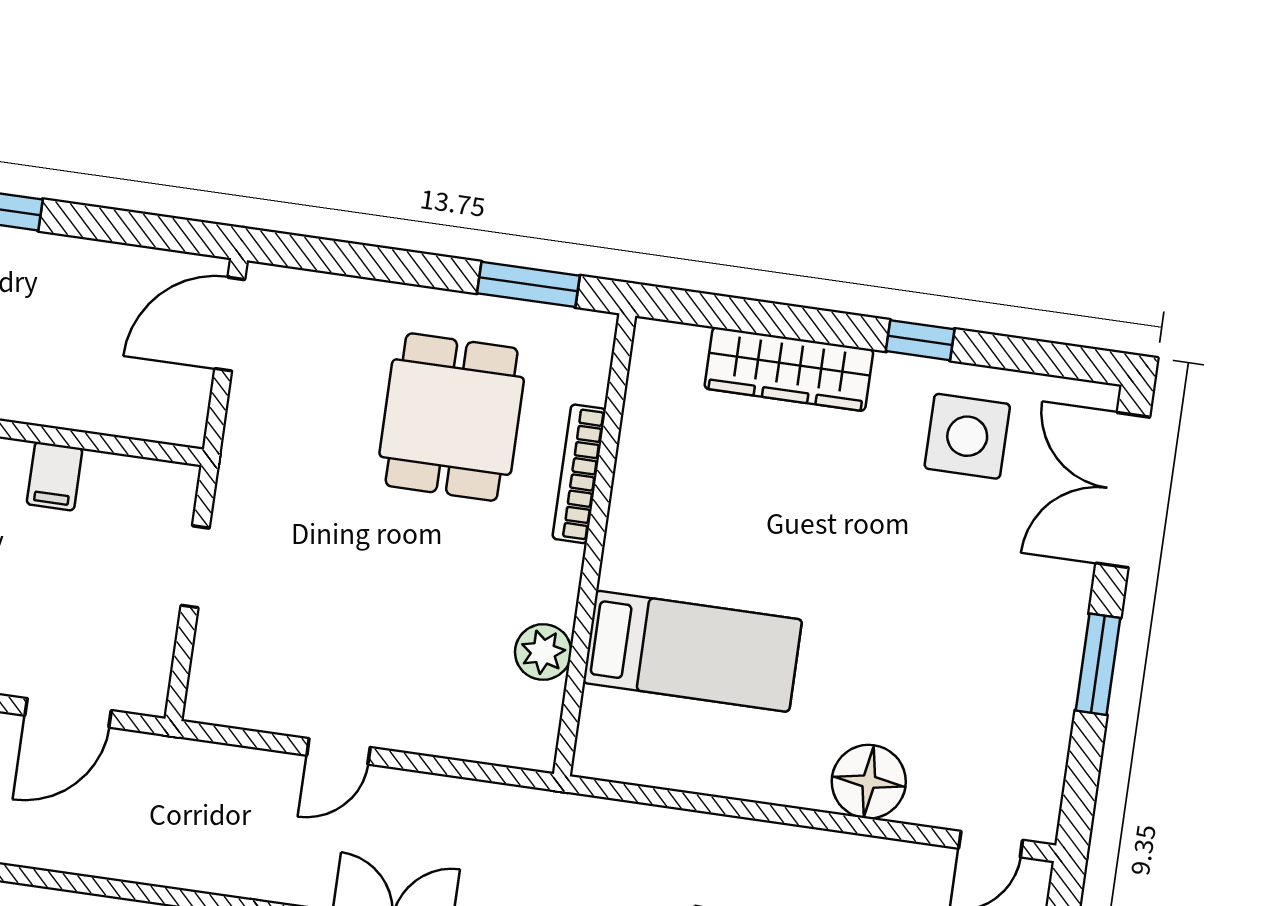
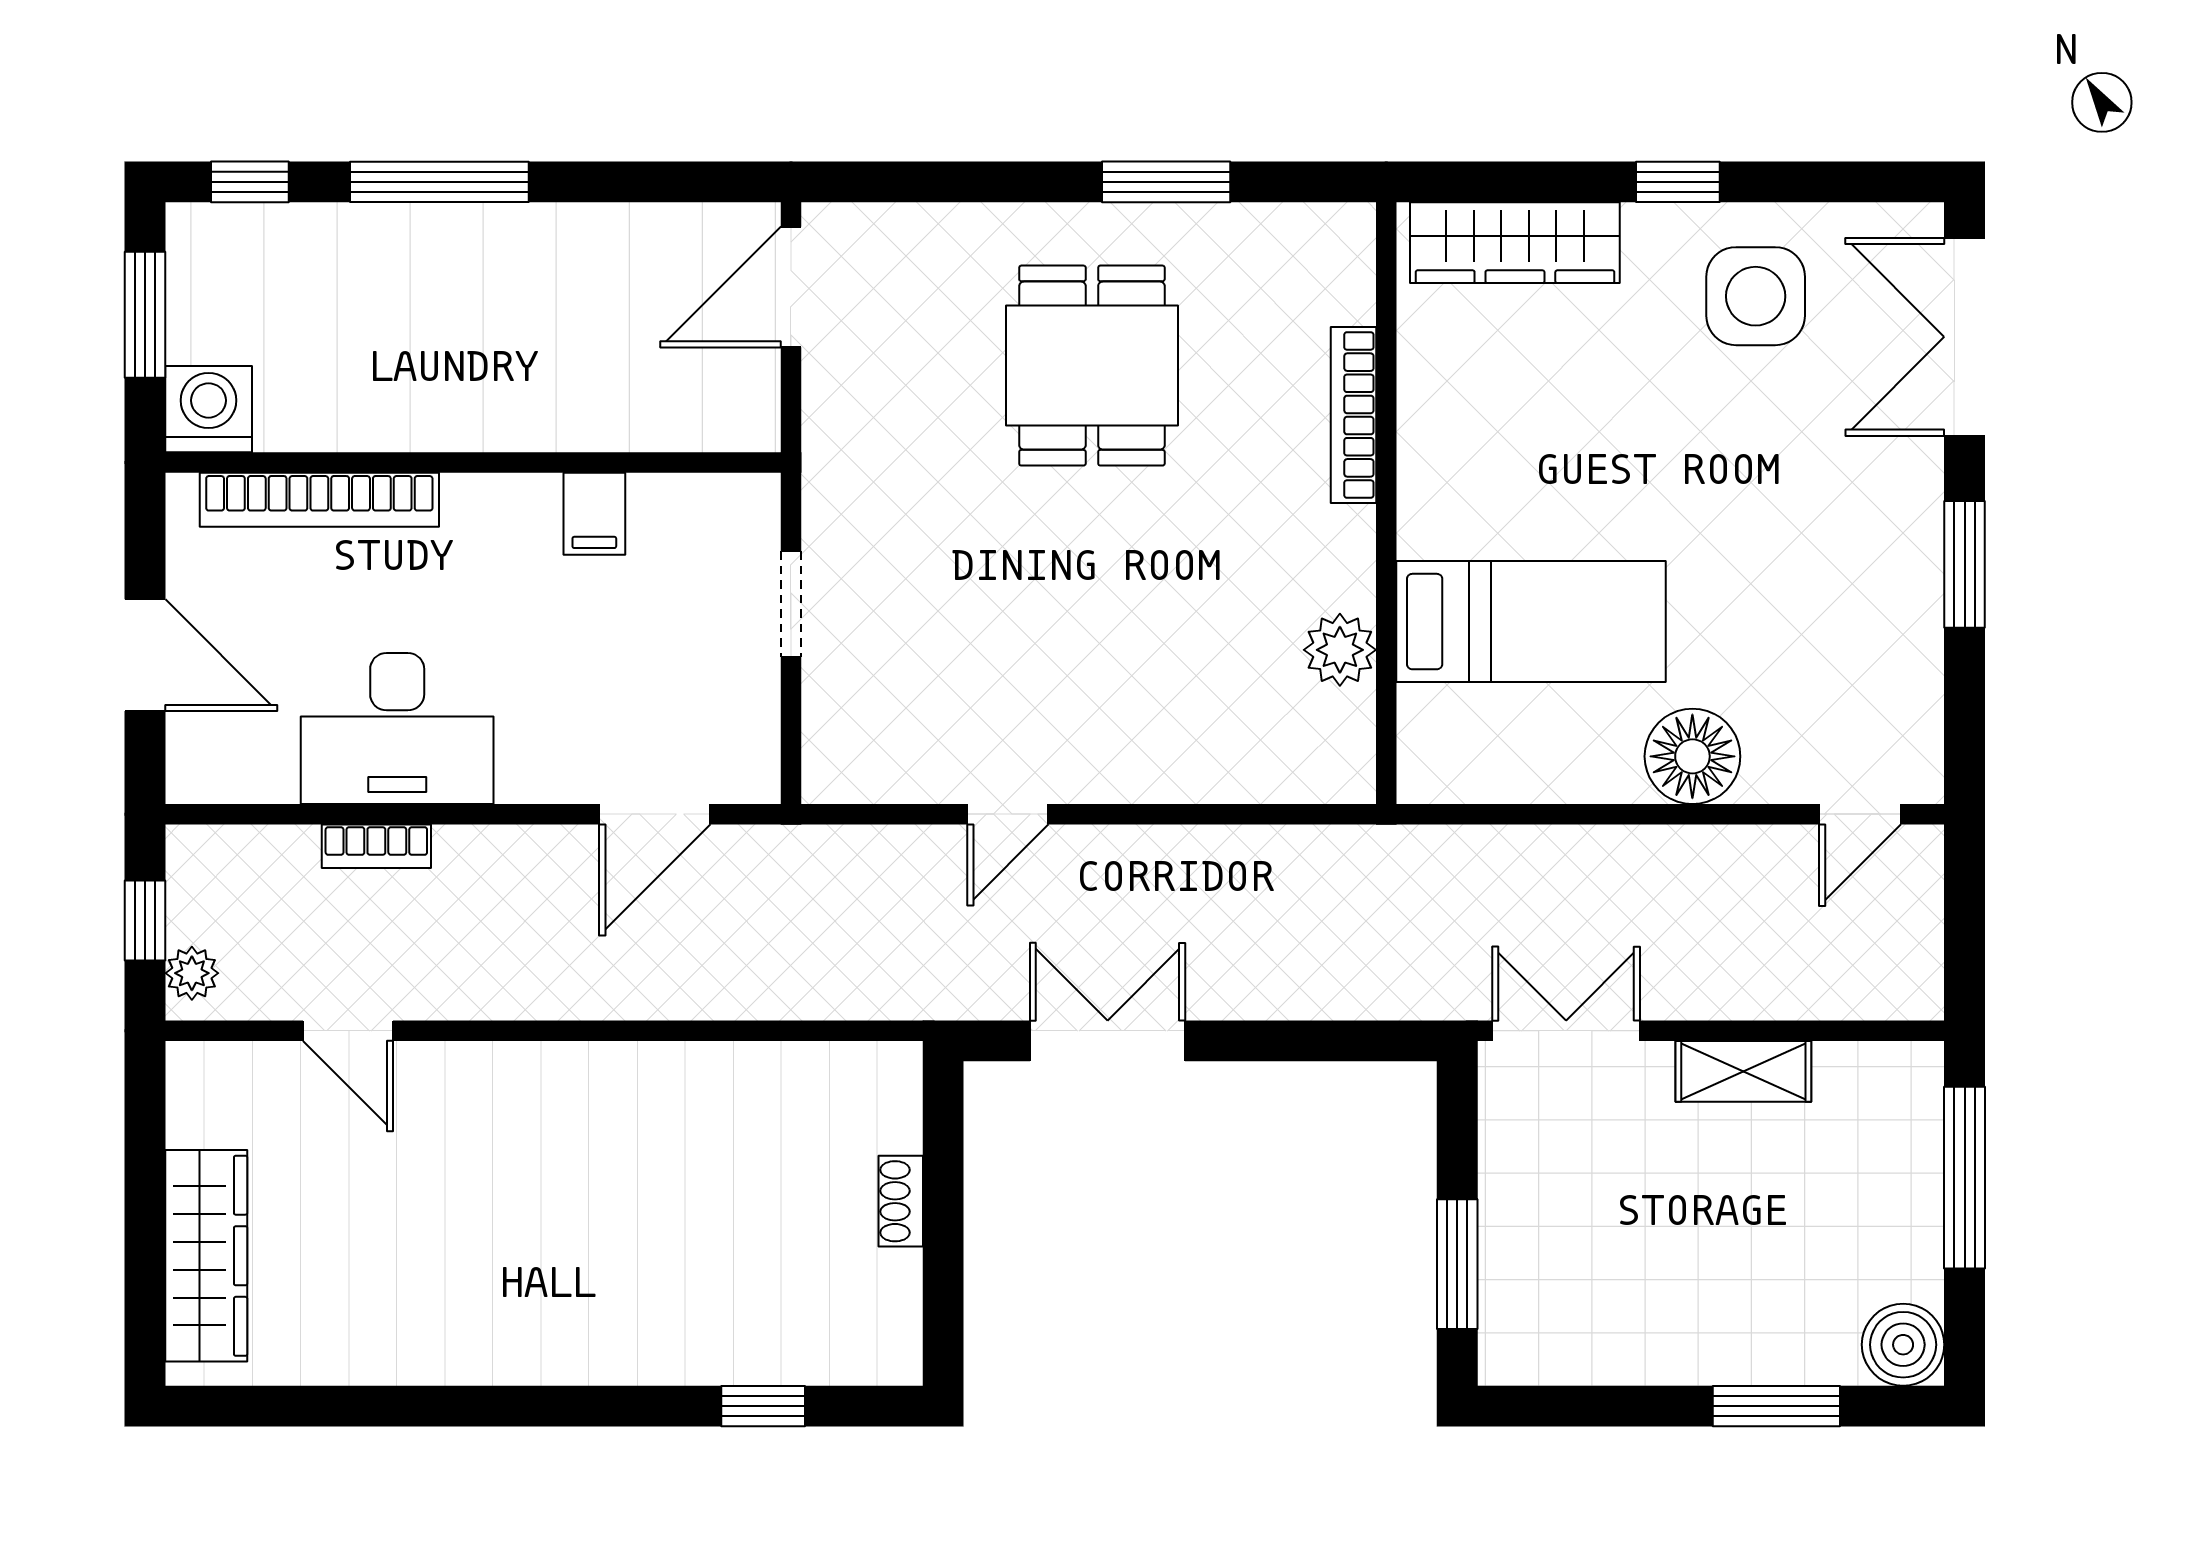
bookcase: (579, 474) -> (1353, 415), moved
wall: (595, 545) -> (1386, 503), moved
bed: (692, 651) -> (1531, 622), moved
plant: (543, 652) -> (1340, 650), moved

